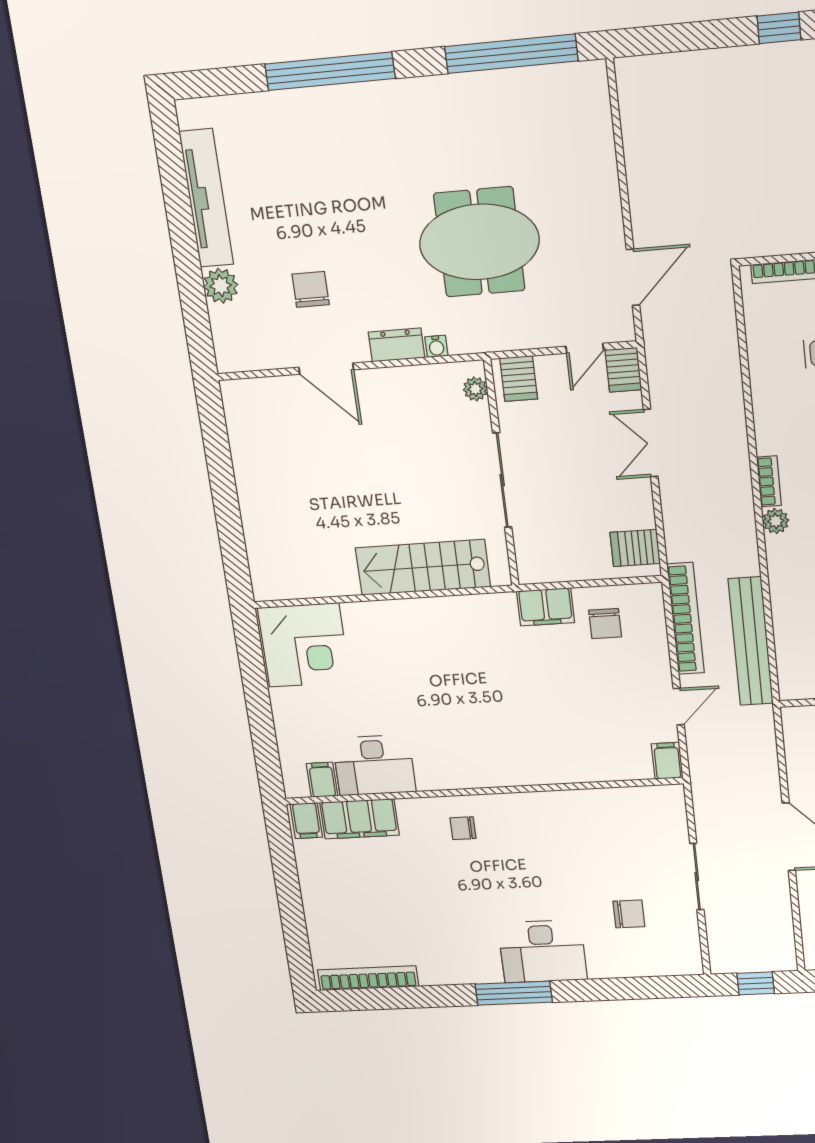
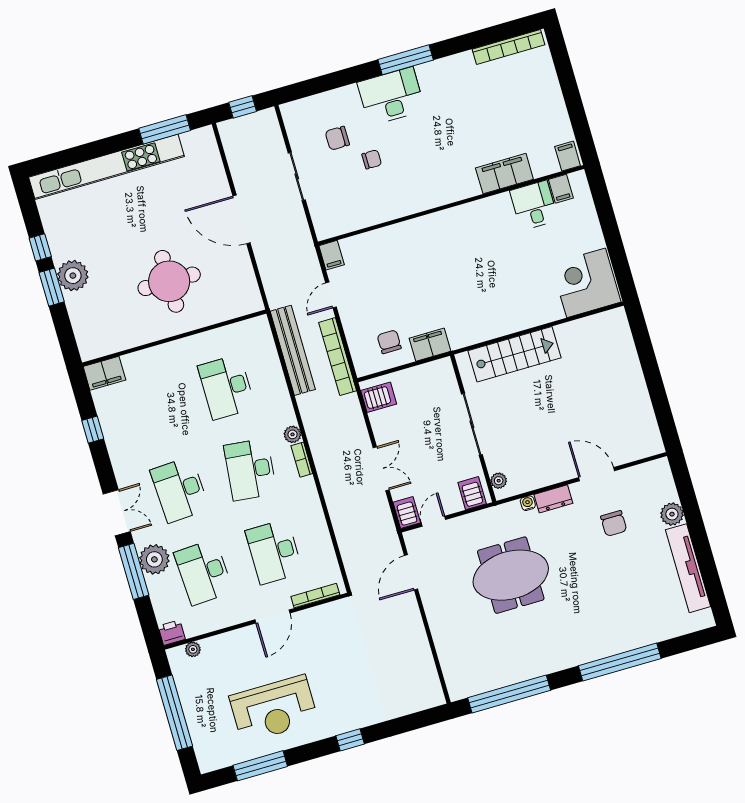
desk: (374, 765) -> (534, 205), width x0.73
filing cabinet: (359, 819) -> (504, 174), moved
chair: (463, 828) -> (372, 159), moved

